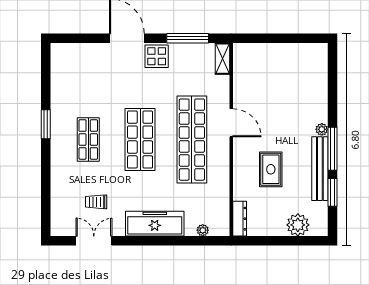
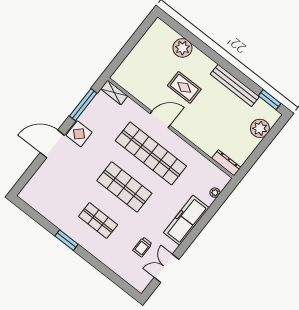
plant: (322, 129) -> (182, 48), moved, width x1.88, depth x1.88
window: (332, 149) -> (228, 67), removed
rug: (271, 169) -> (184, 87), moved
window: (332, 192) -> (270, 100), moved

